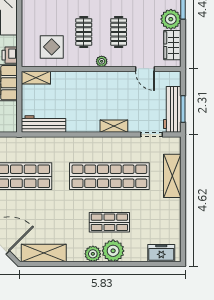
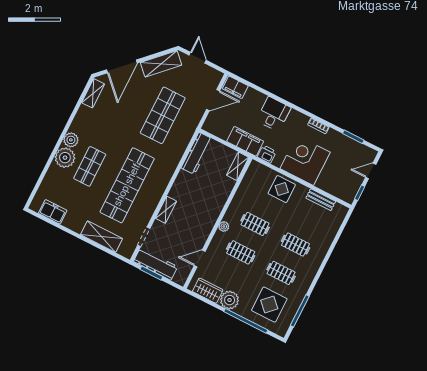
display table: (52, 47) -> (282, 189), moved
shelving: (44, 253) -> (93, 93), width x0.67, depth x0.75
freezer: (161, 253) -> (53, 212), moved, turned -90

